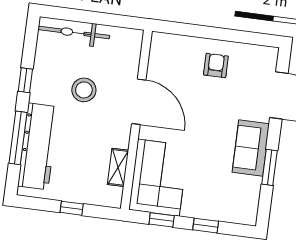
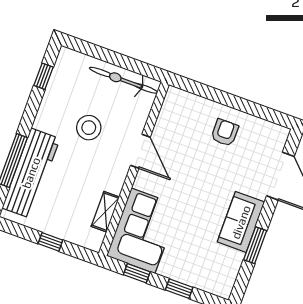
bicycle: (74, 33) -> (124, 80), moved
window: (25, 80) -> (44, 76), moved
door: (139, 102) -> (140, 151), width x0.73

